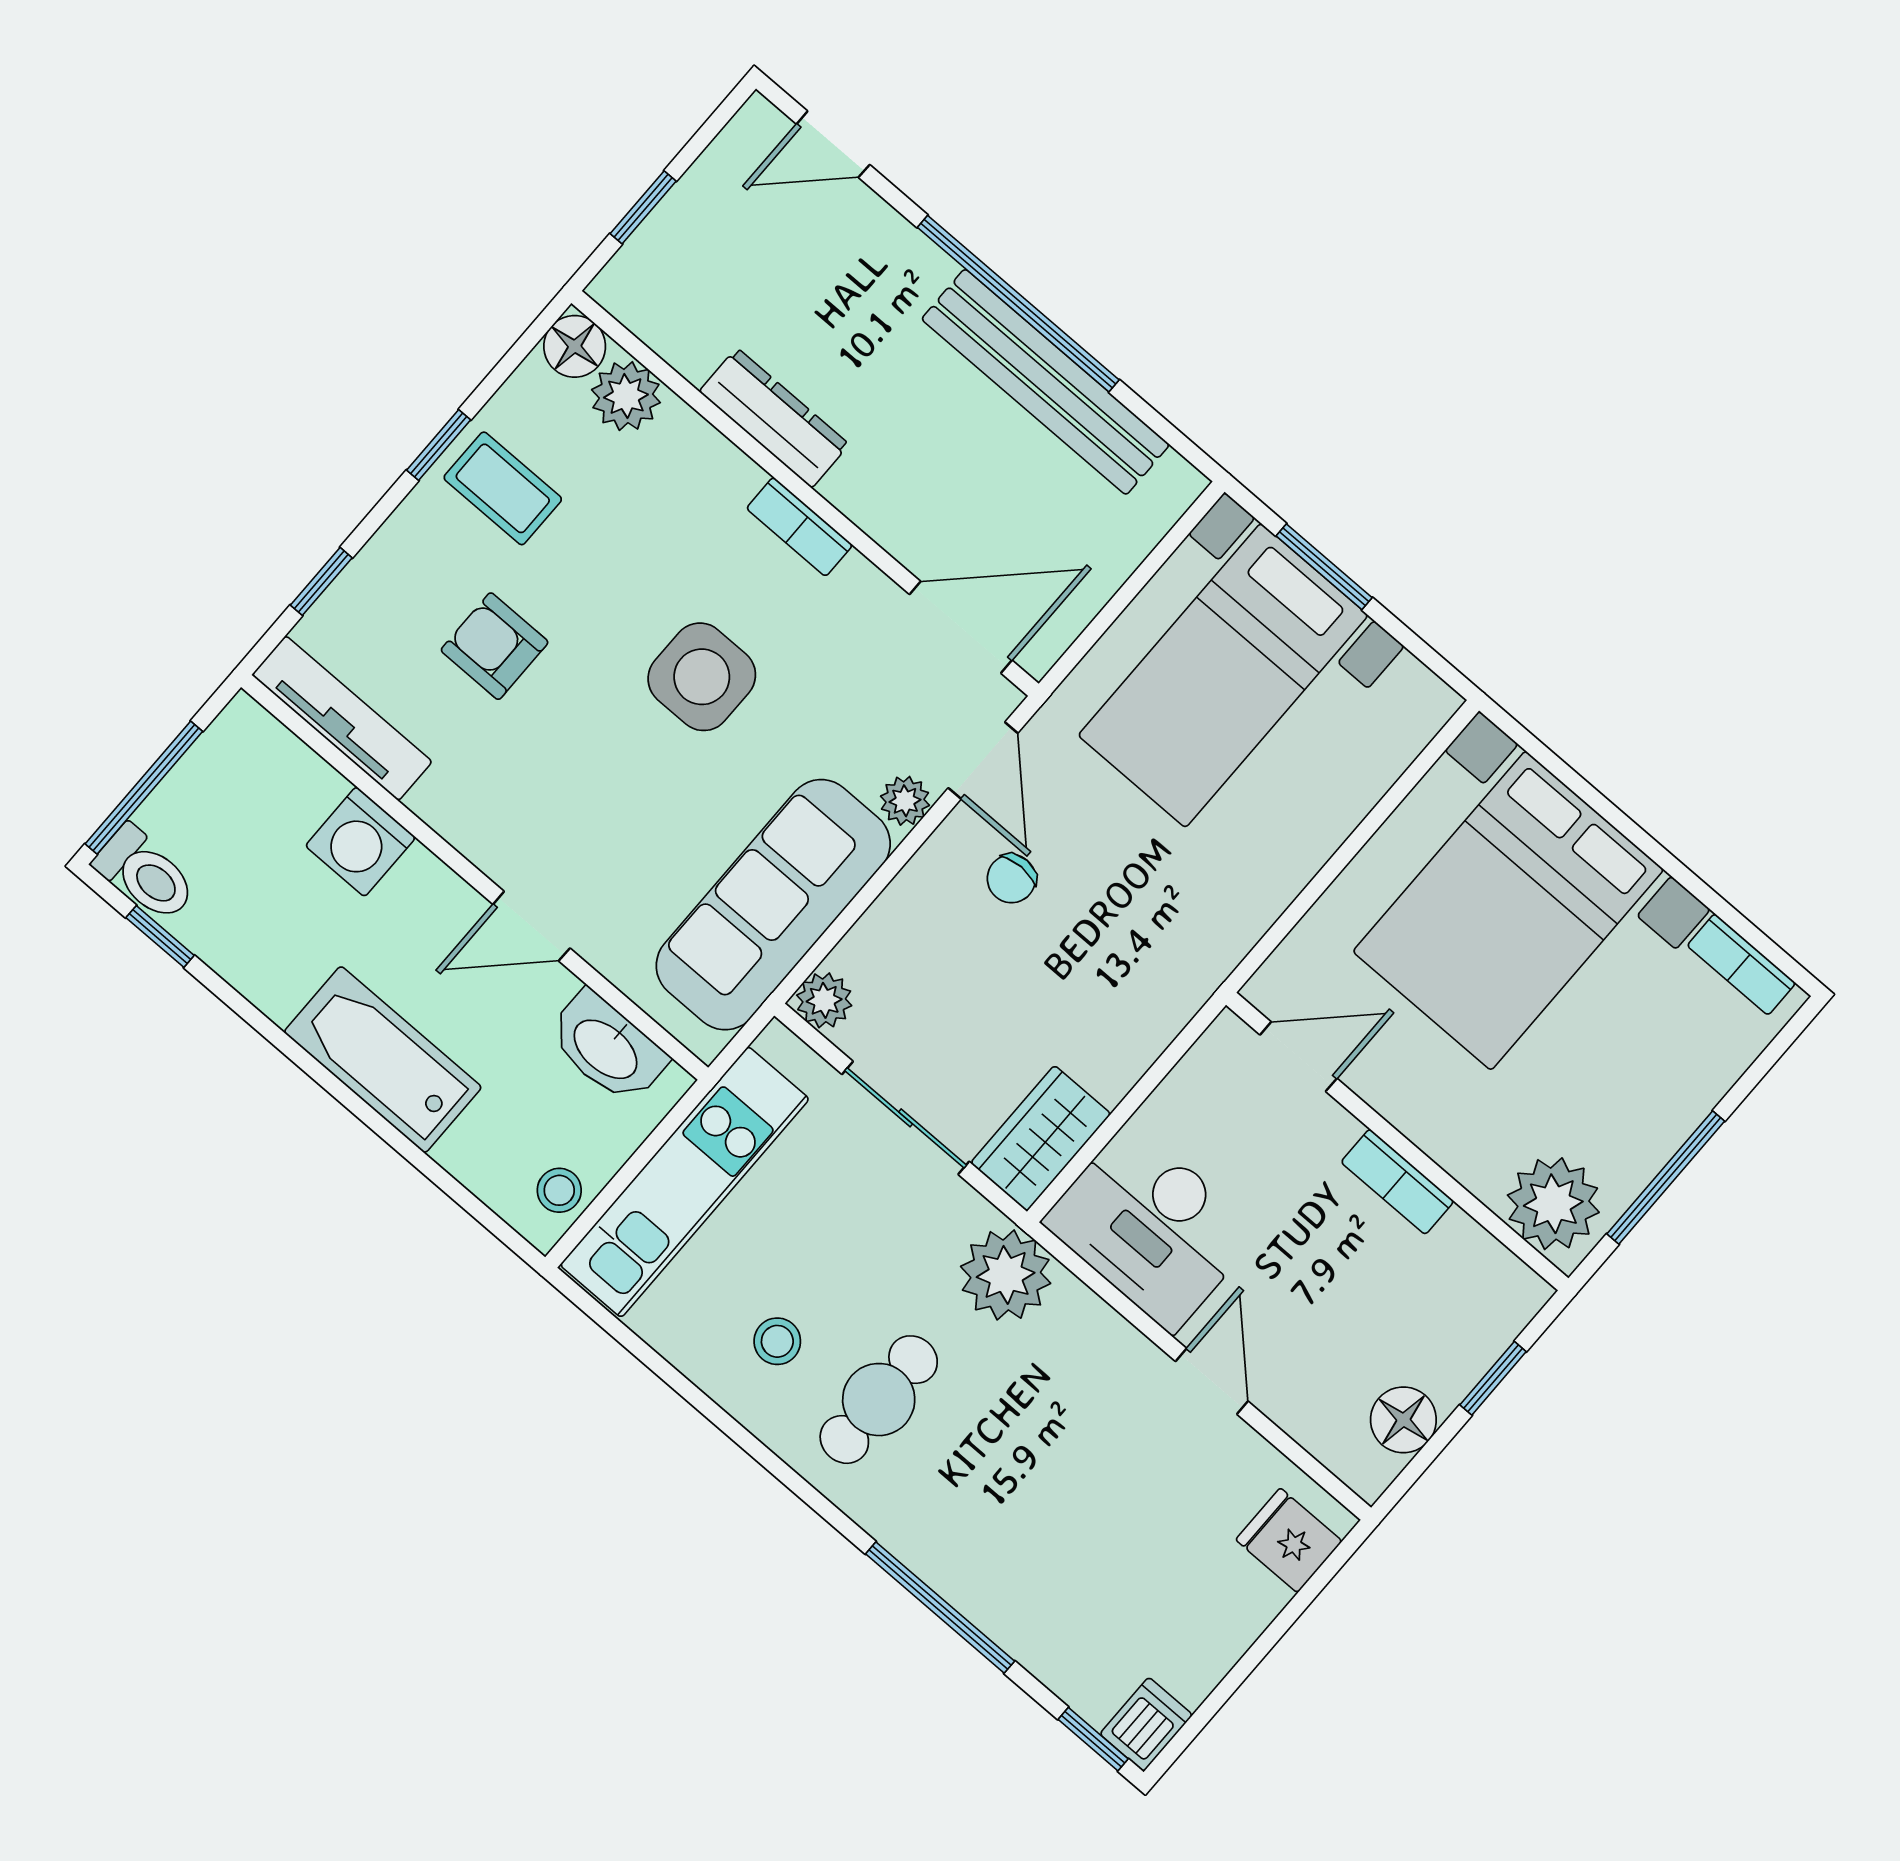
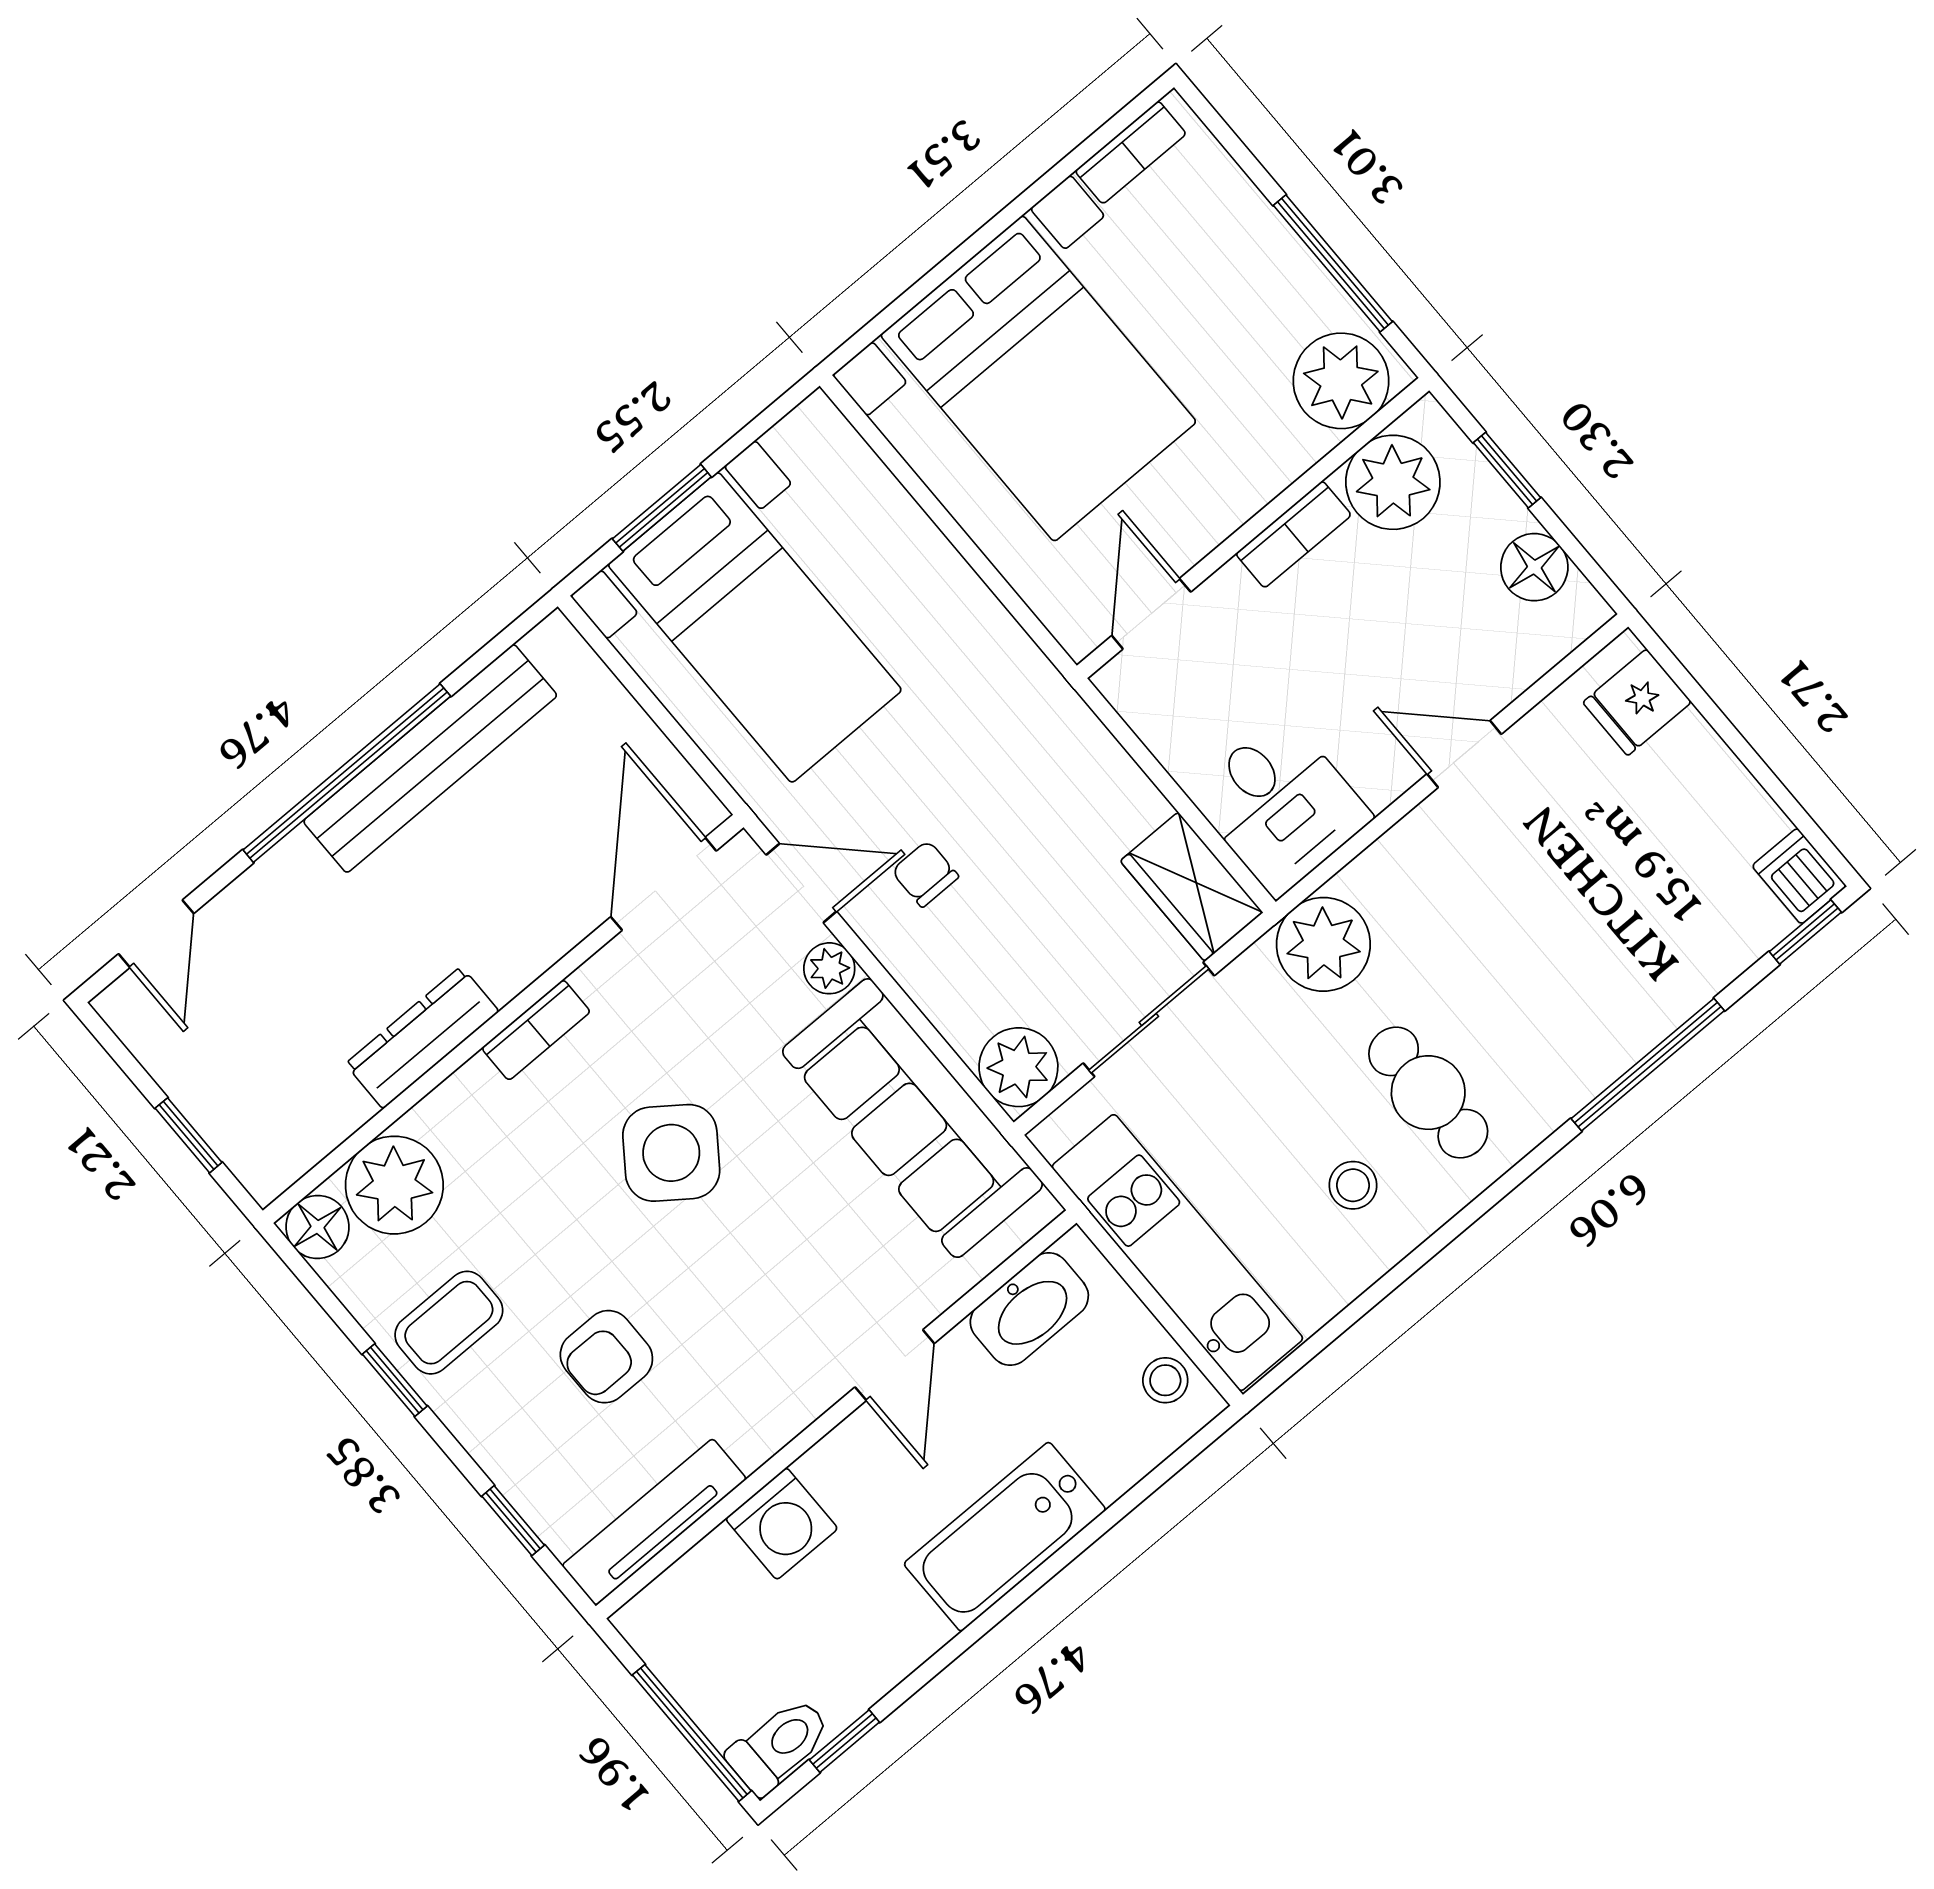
plant: (626, 396) -> (394, 1185), width x1.36, depth x1.36
side table: (702, 677) -> (671, 1153), turned 36
chair: (1011, 879) -> (925, 874), turned 180
plant: (824, 1000) -> (1018, 1067), width x1.38, depth x1.38
desk: (1151, 1227) -> (1280, 806), width x0.73
plant: (1463, 1270) -> (1393, 482), added

